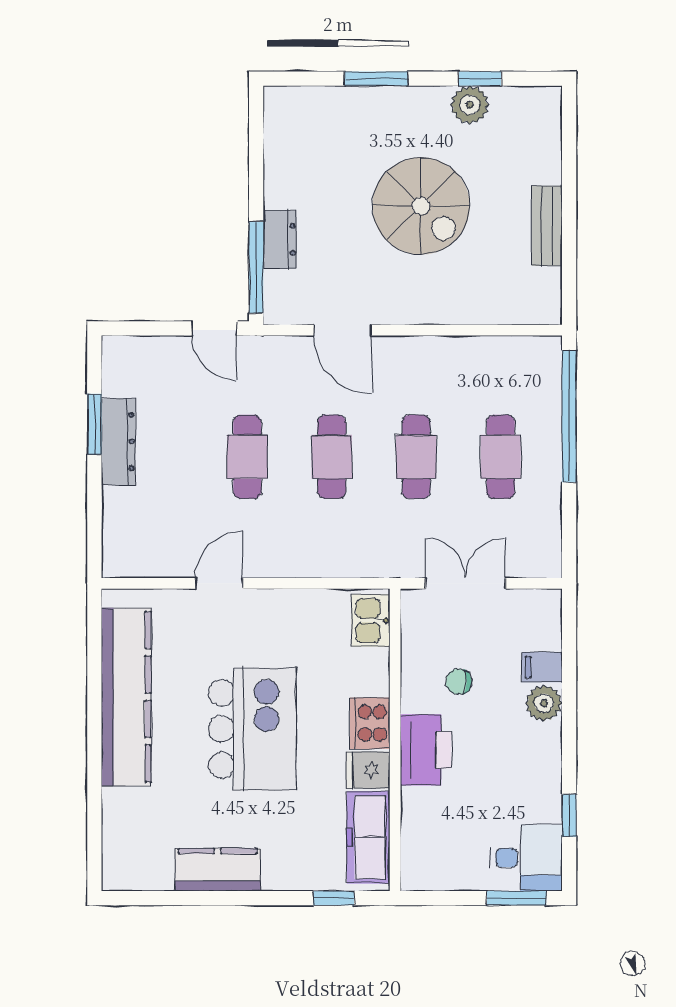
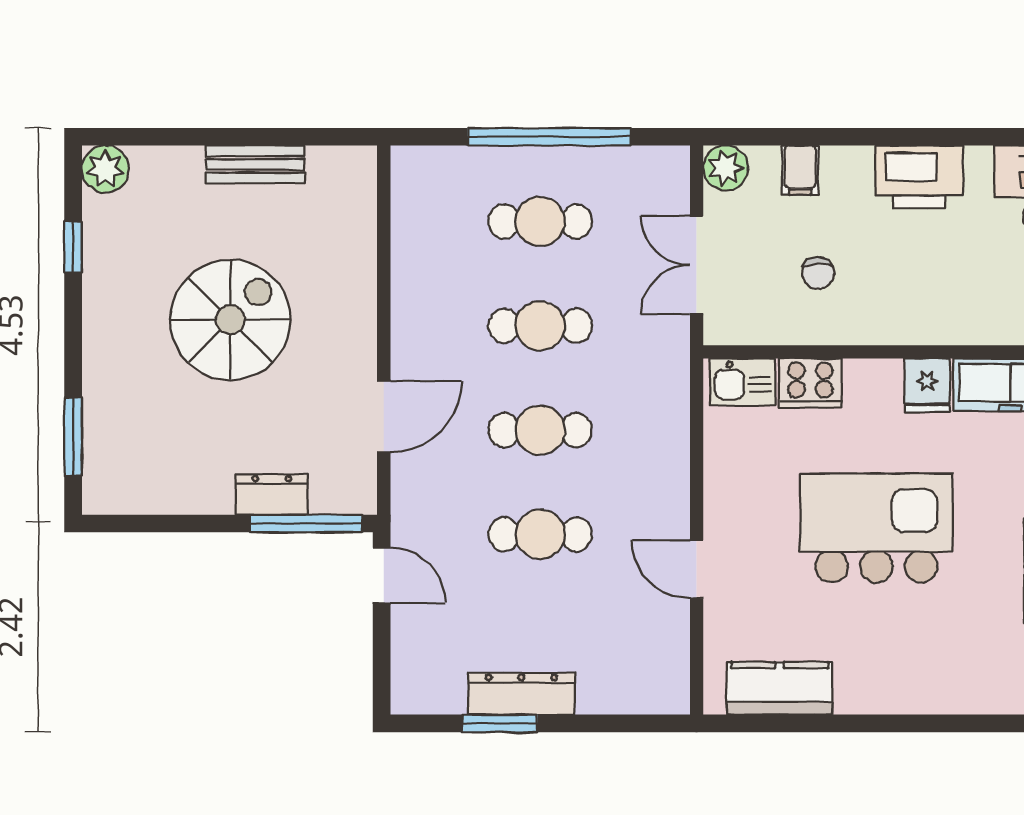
window: (376, 79) -> (73, 437), moved
plant: (470, 105) -> (105, 169), moved
door: (214, 328) -> (382, 575), hinge flipped
window: (569, 416) -> (549, 137), moved
kitchen counter: (126, 697) -> (780, 688), width x0.48, depth x0.86
plant: (544, 703) -> (726, 168), moved
cooker: (370, 723) -> (810, 383), moved
printer: (426, 750) -> (919, 177), moved, turned 180
window: (569, 816) -> (983, 137), removed

